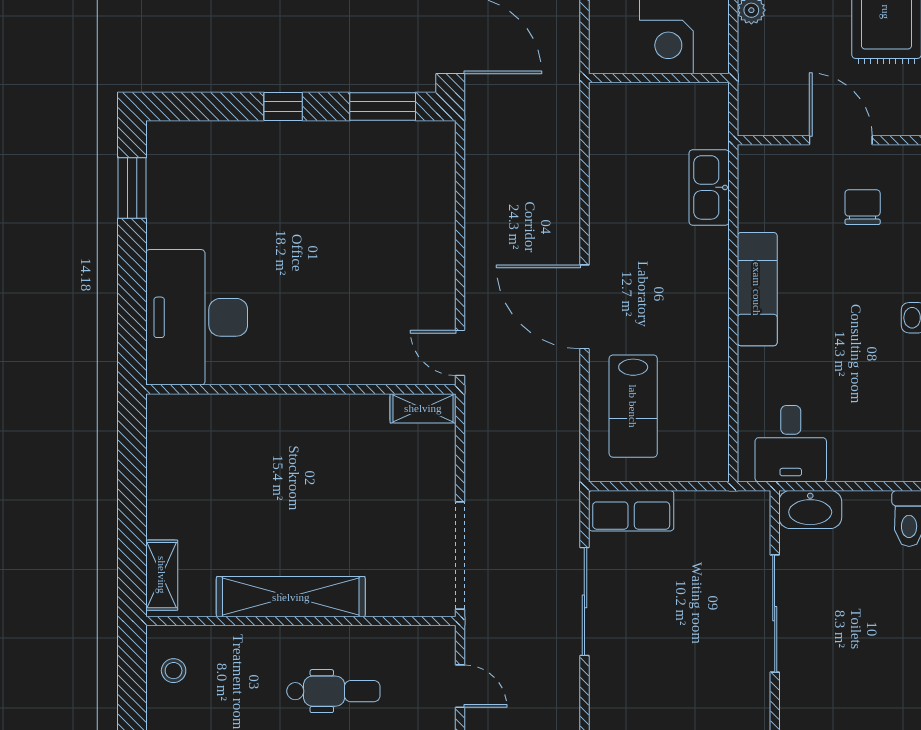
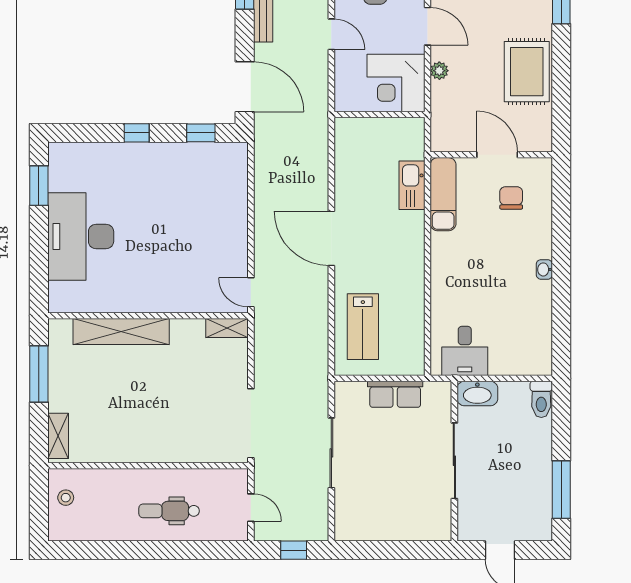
window: (383, 106) -> (201, 133), width x0.67
exam couch: (757, 289) -> (443, 194), moved
door: (584, 307) -> (331, 238), moved
desk: (197, 317) -> (81, 236), moved
window: (132, 479) -> (39, 374), added
row of seats: (631, 511) -> (395, 394), moved
shelving: (291, 597) -> (121, 332), moved
dental chair: (333, 691) -> (169, 511), turned 180

